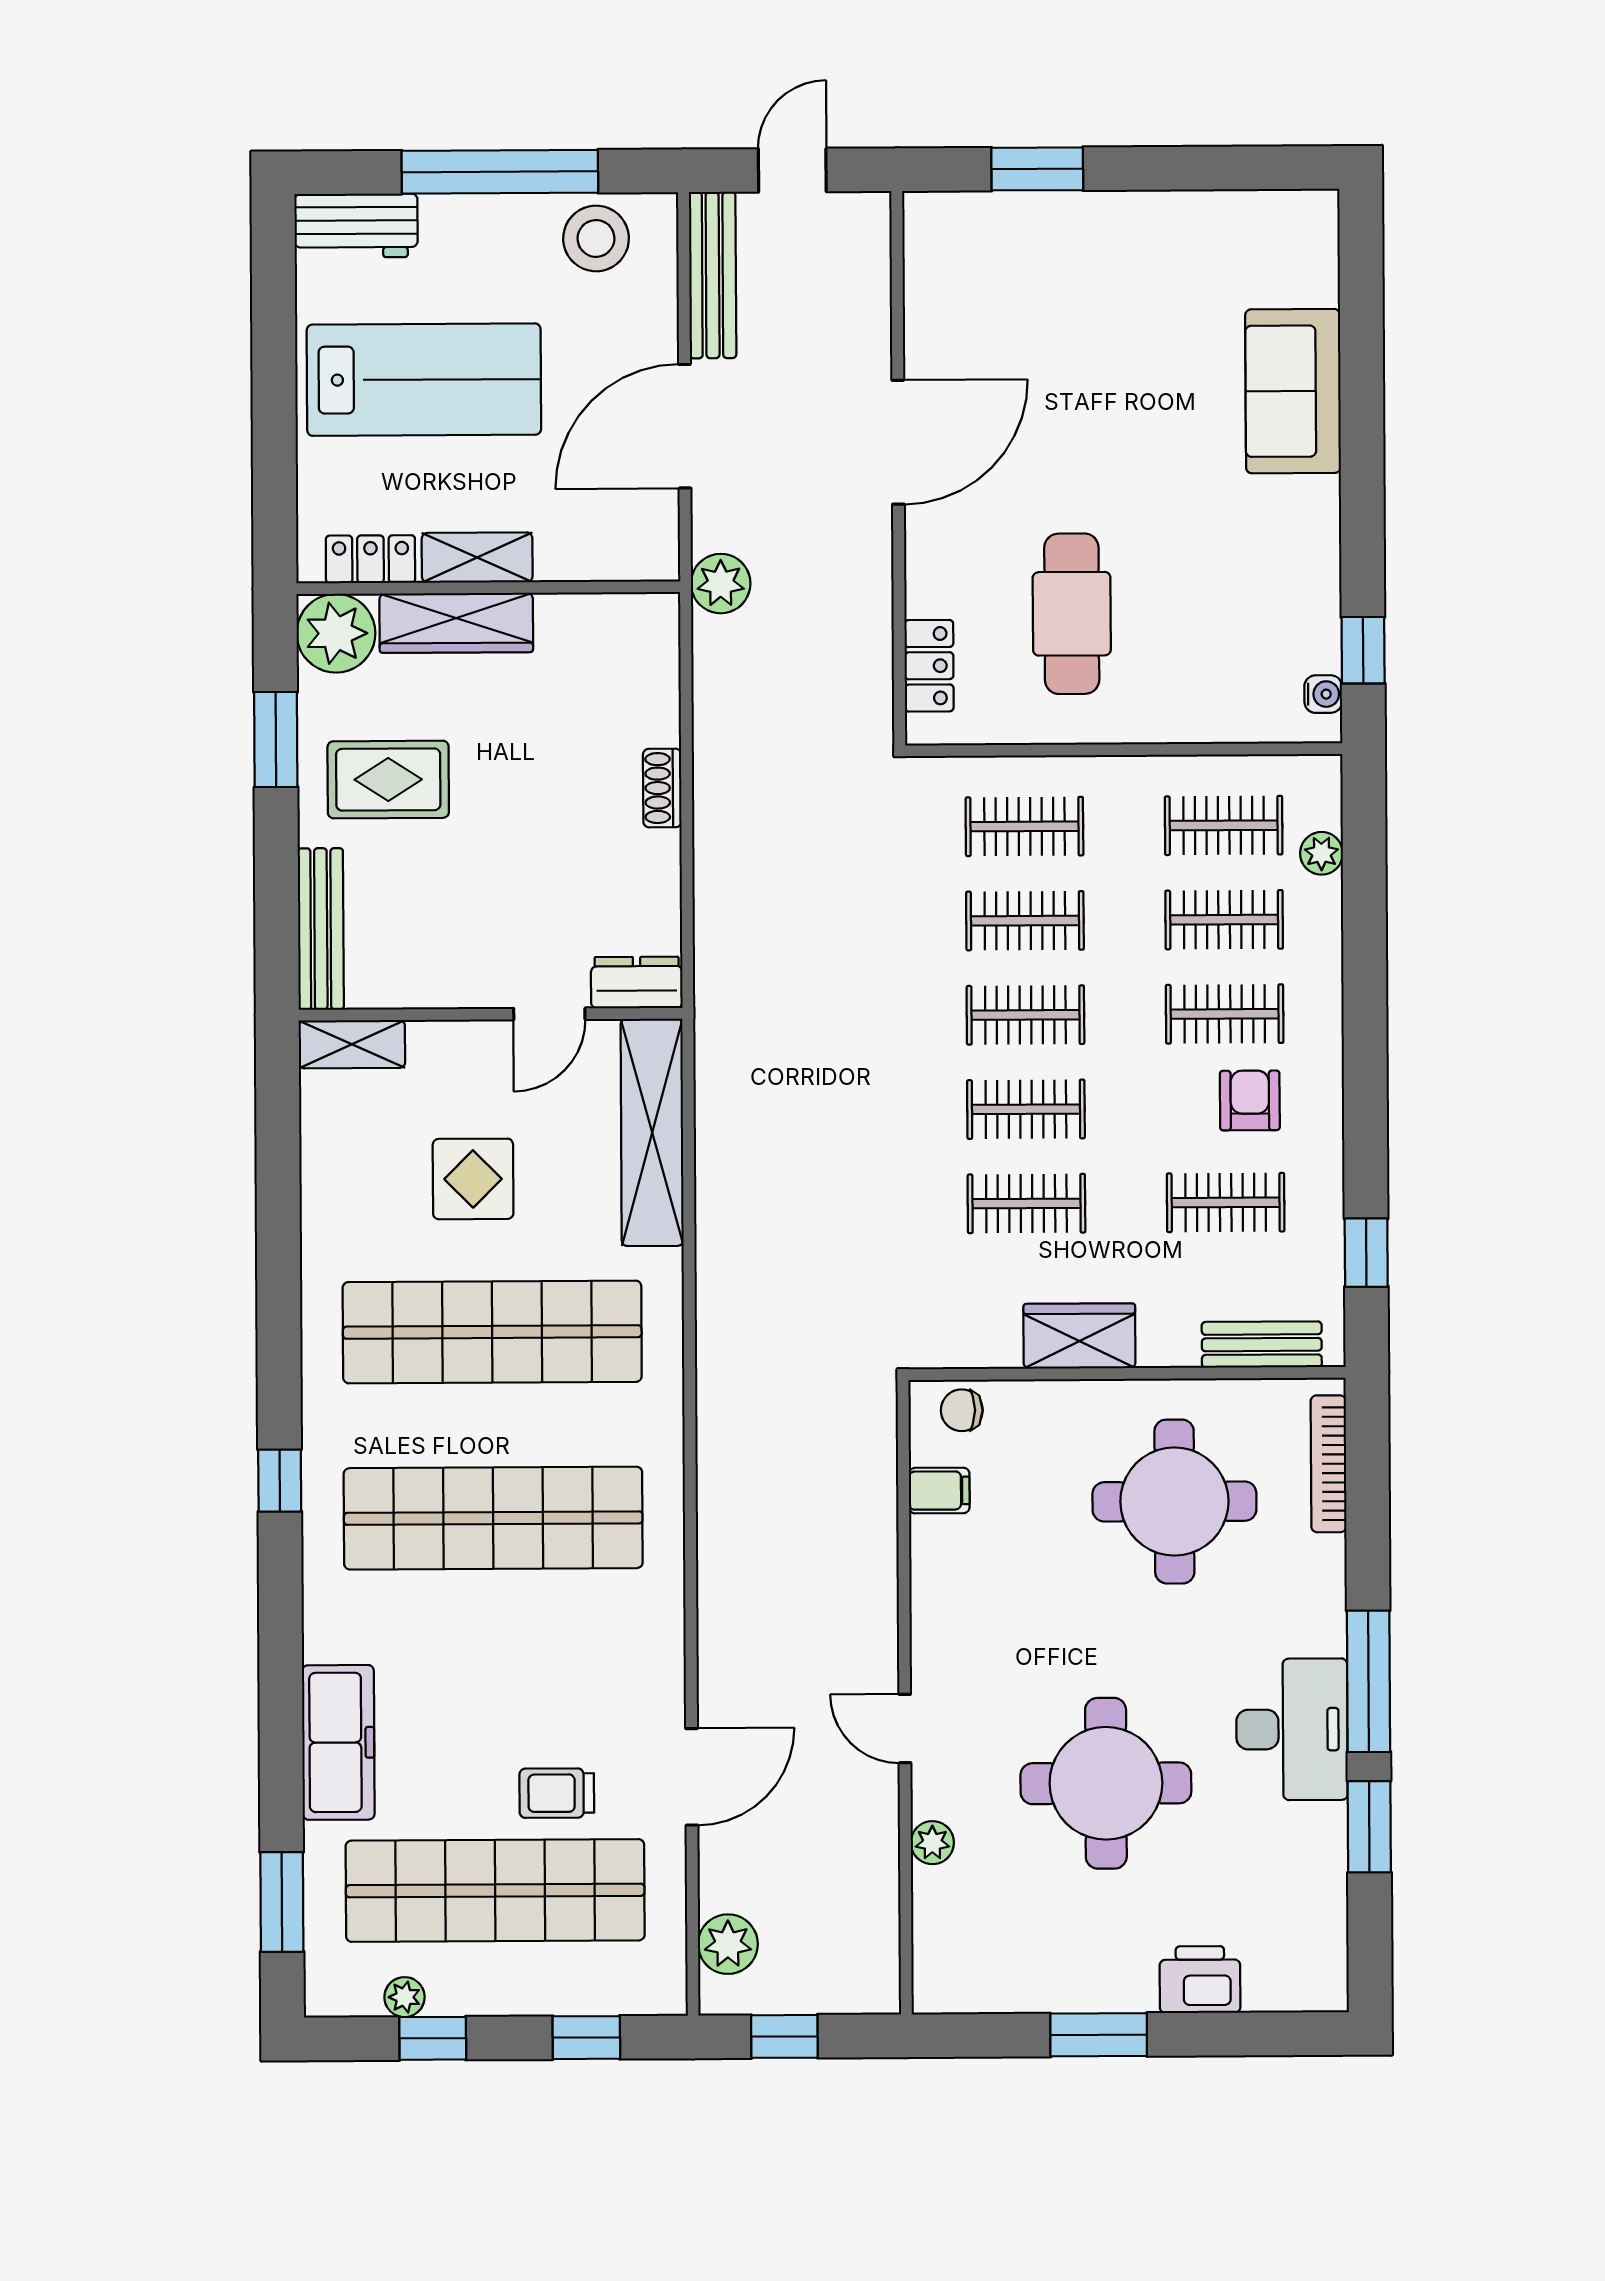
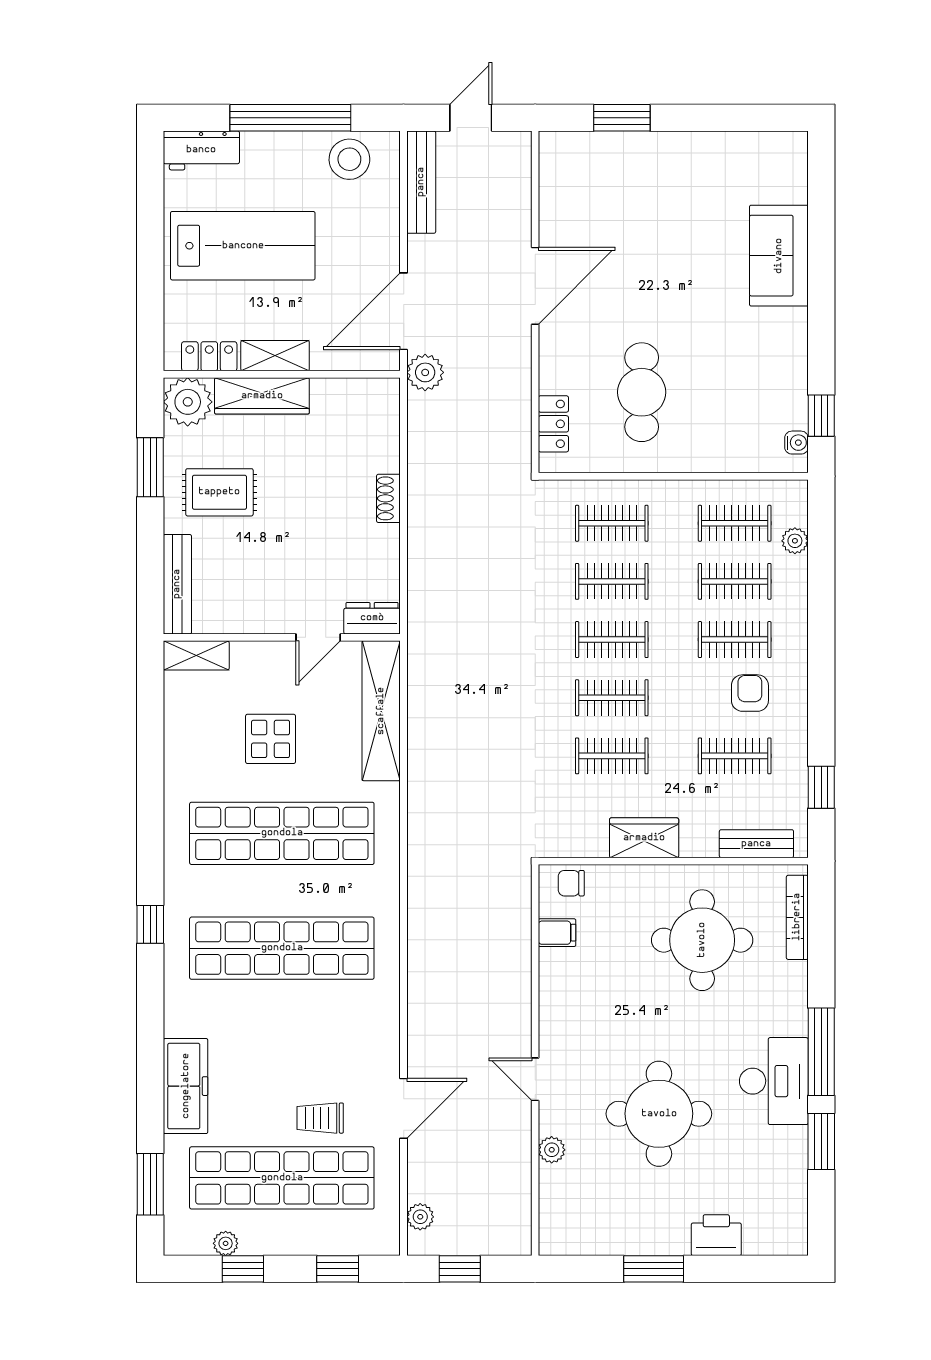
door: (685, 426) -> (404, 311), moved
plant: (728, 1944) -> (420, 1217), width x0.73, depth x0.73

